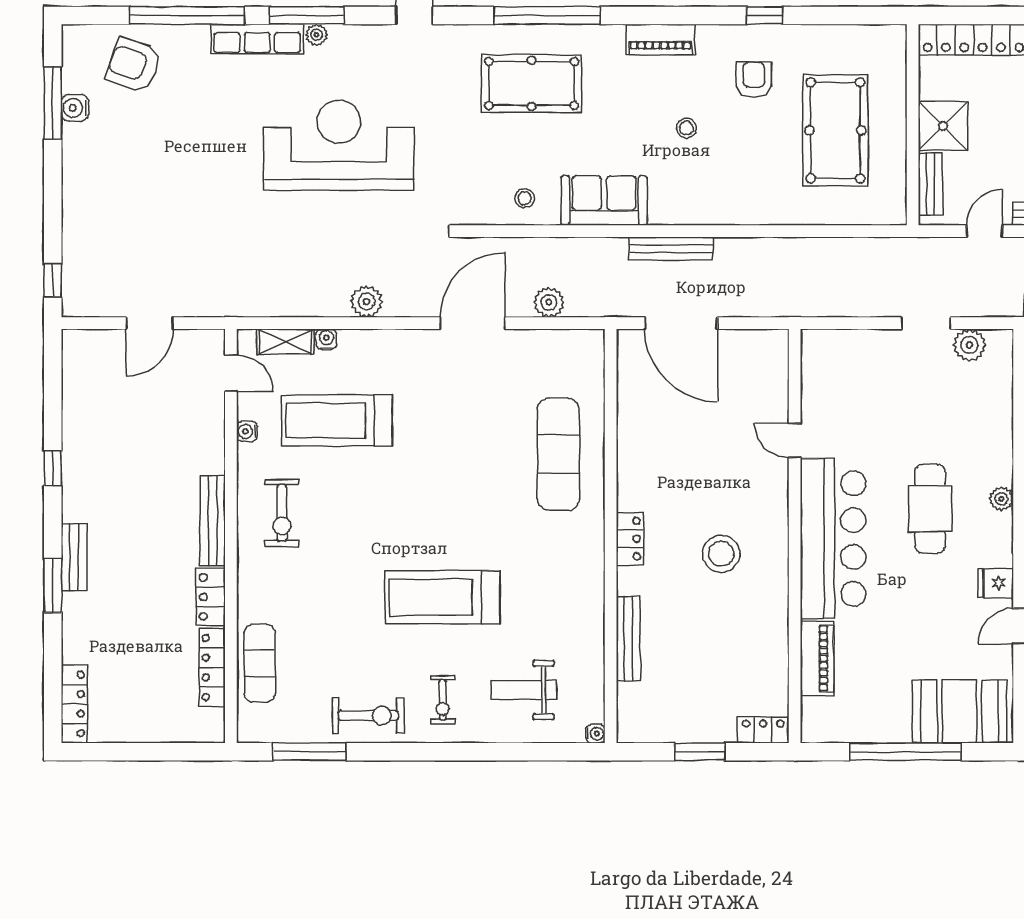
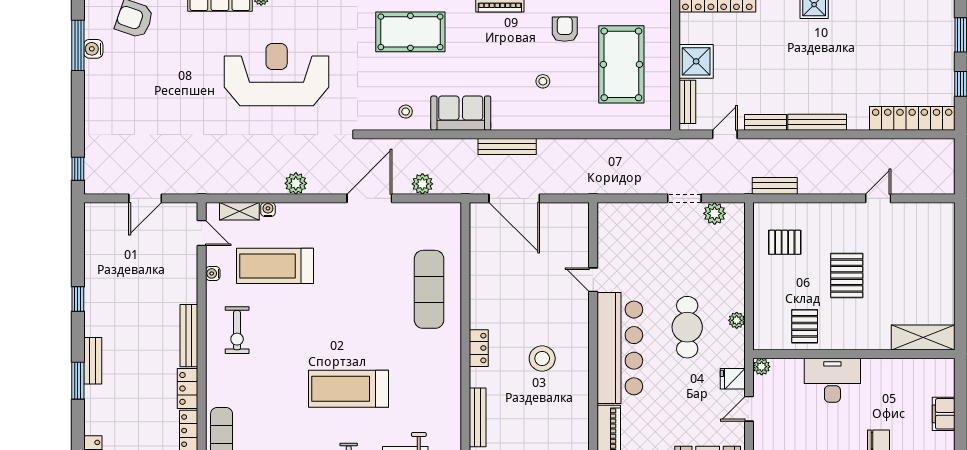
stool: (686, 128) -> (543, 81), moved

